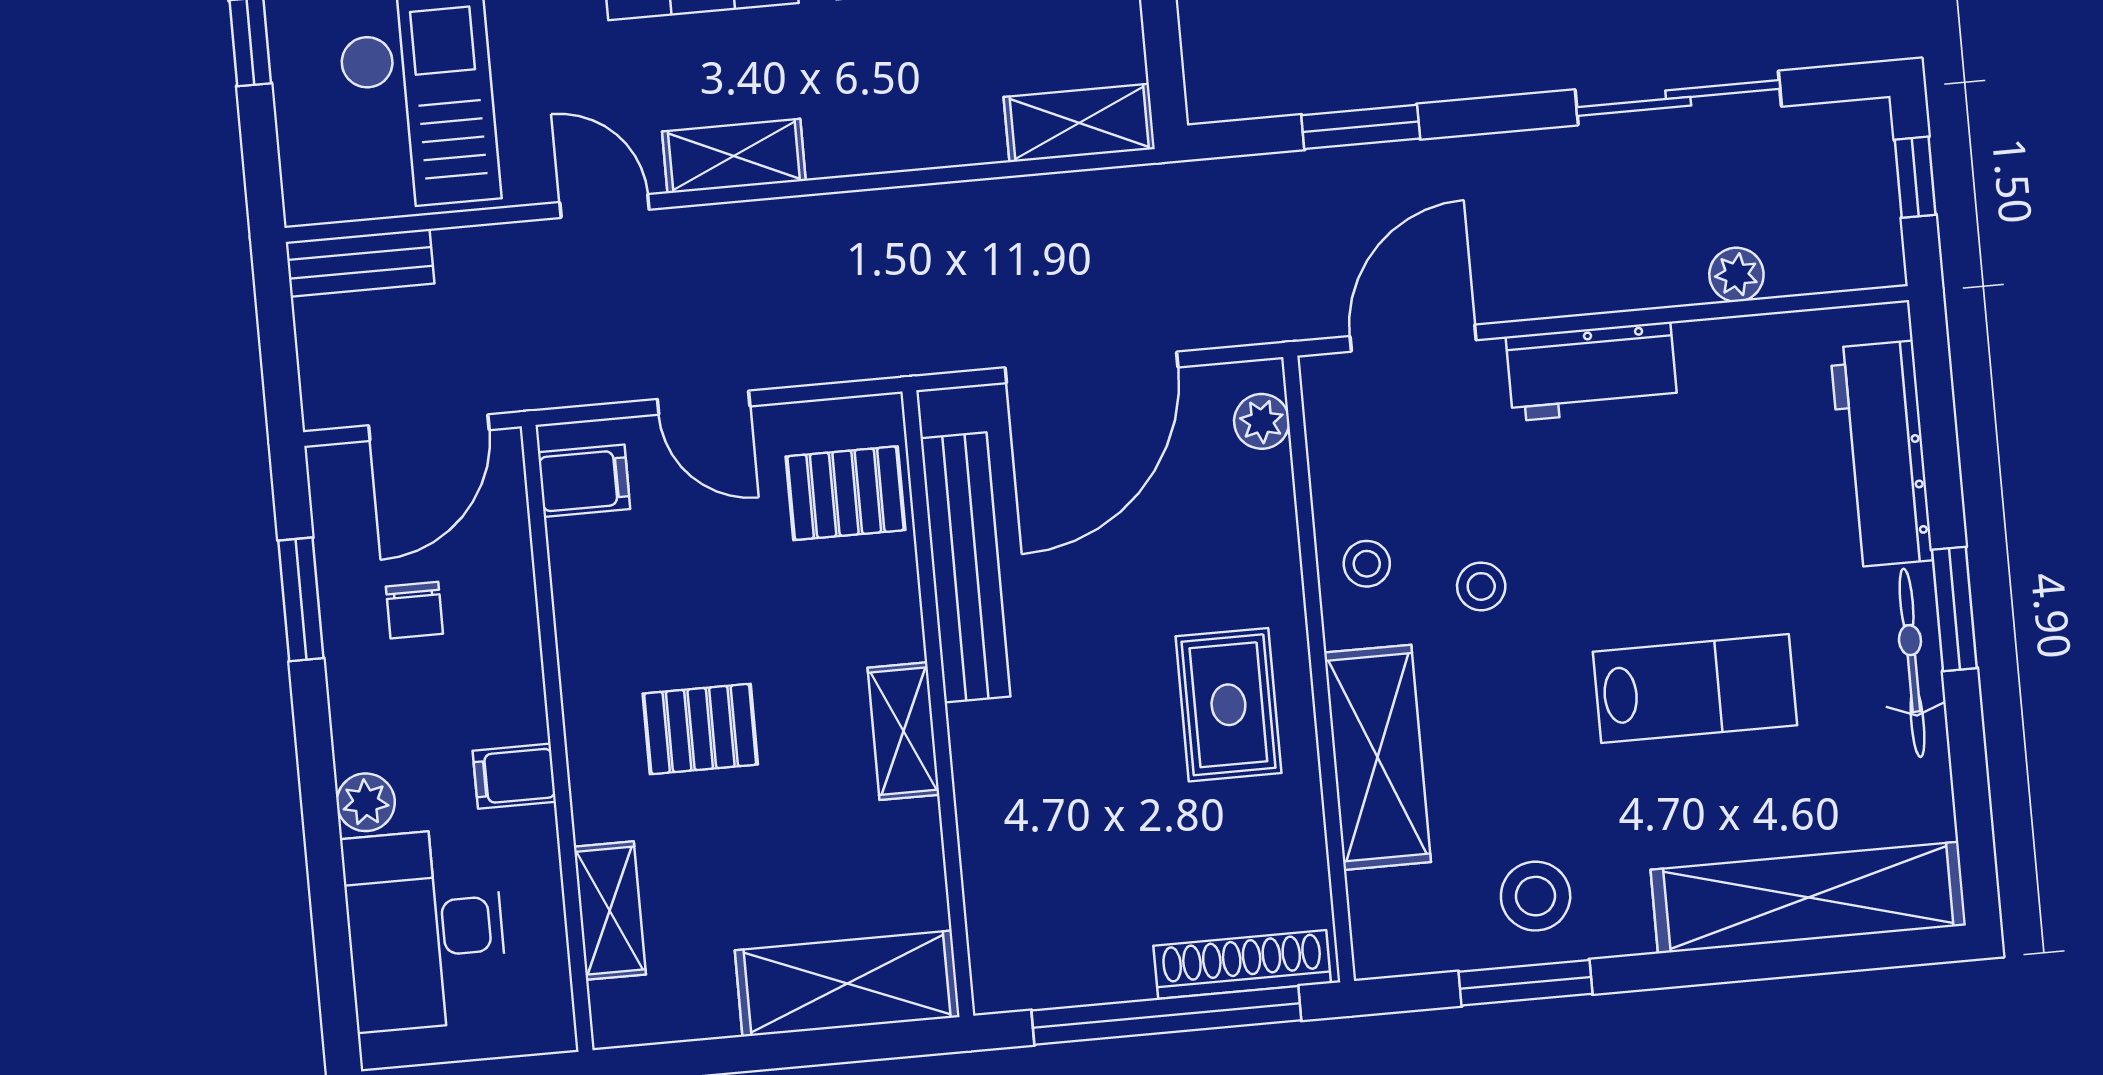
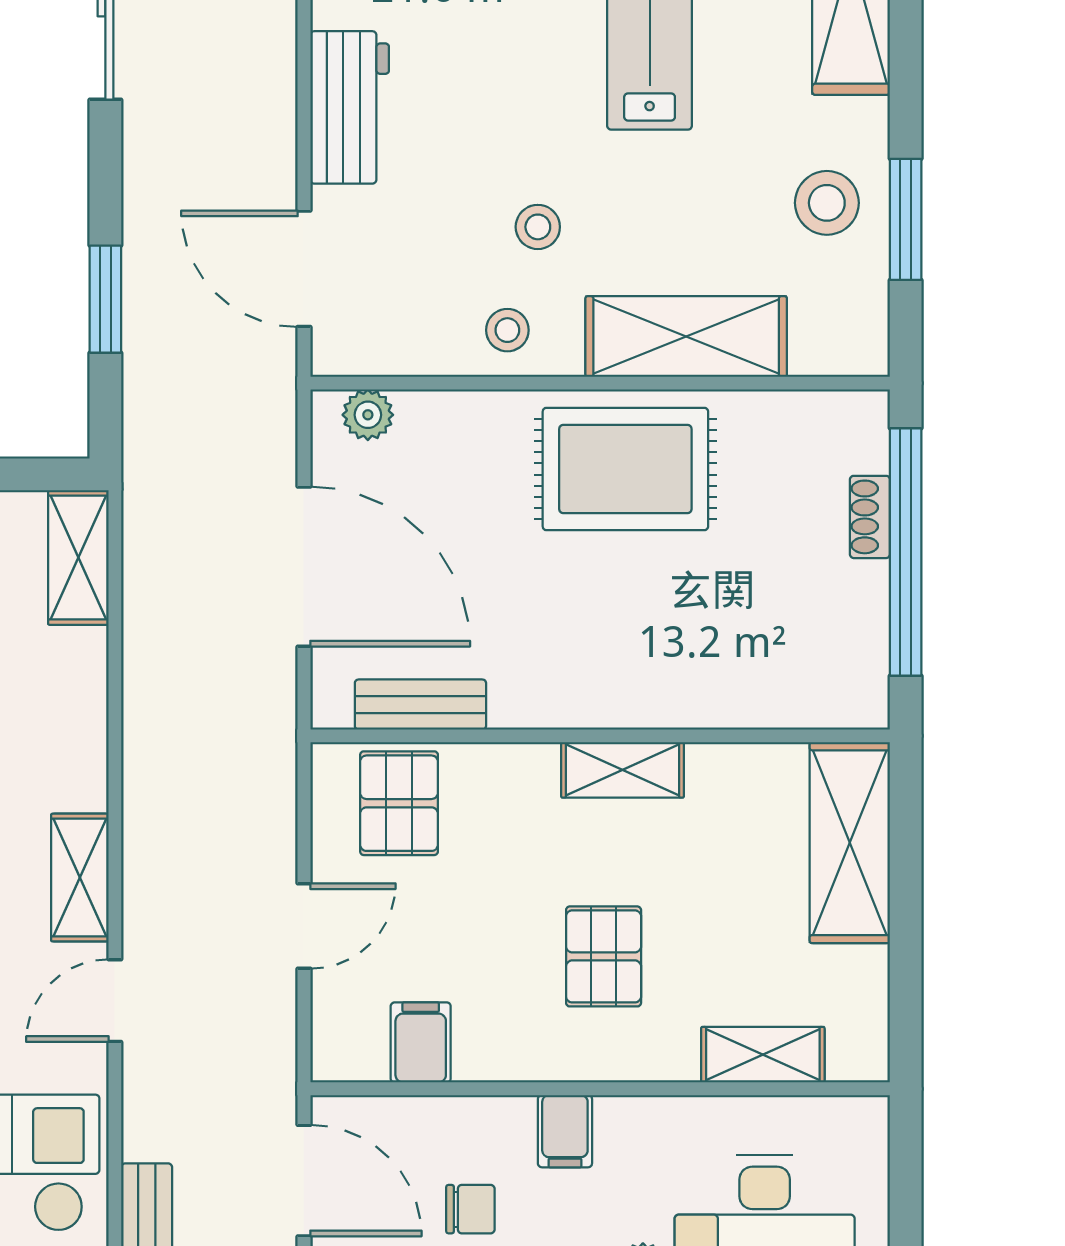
filing cabinet: (584, 481) -> (421, 1042), moved
bench: (965, 567) -> (420, 705), width x0.54, depth x0.82
rug: (1228, 705) -> (625, 469), width x1.36, depth x1.43
filing cabinet: (514, 776) -> (565, 1131), moved
shoe rack: (1242, 964) -> (870, 517), width x0.51, depth x0.81

